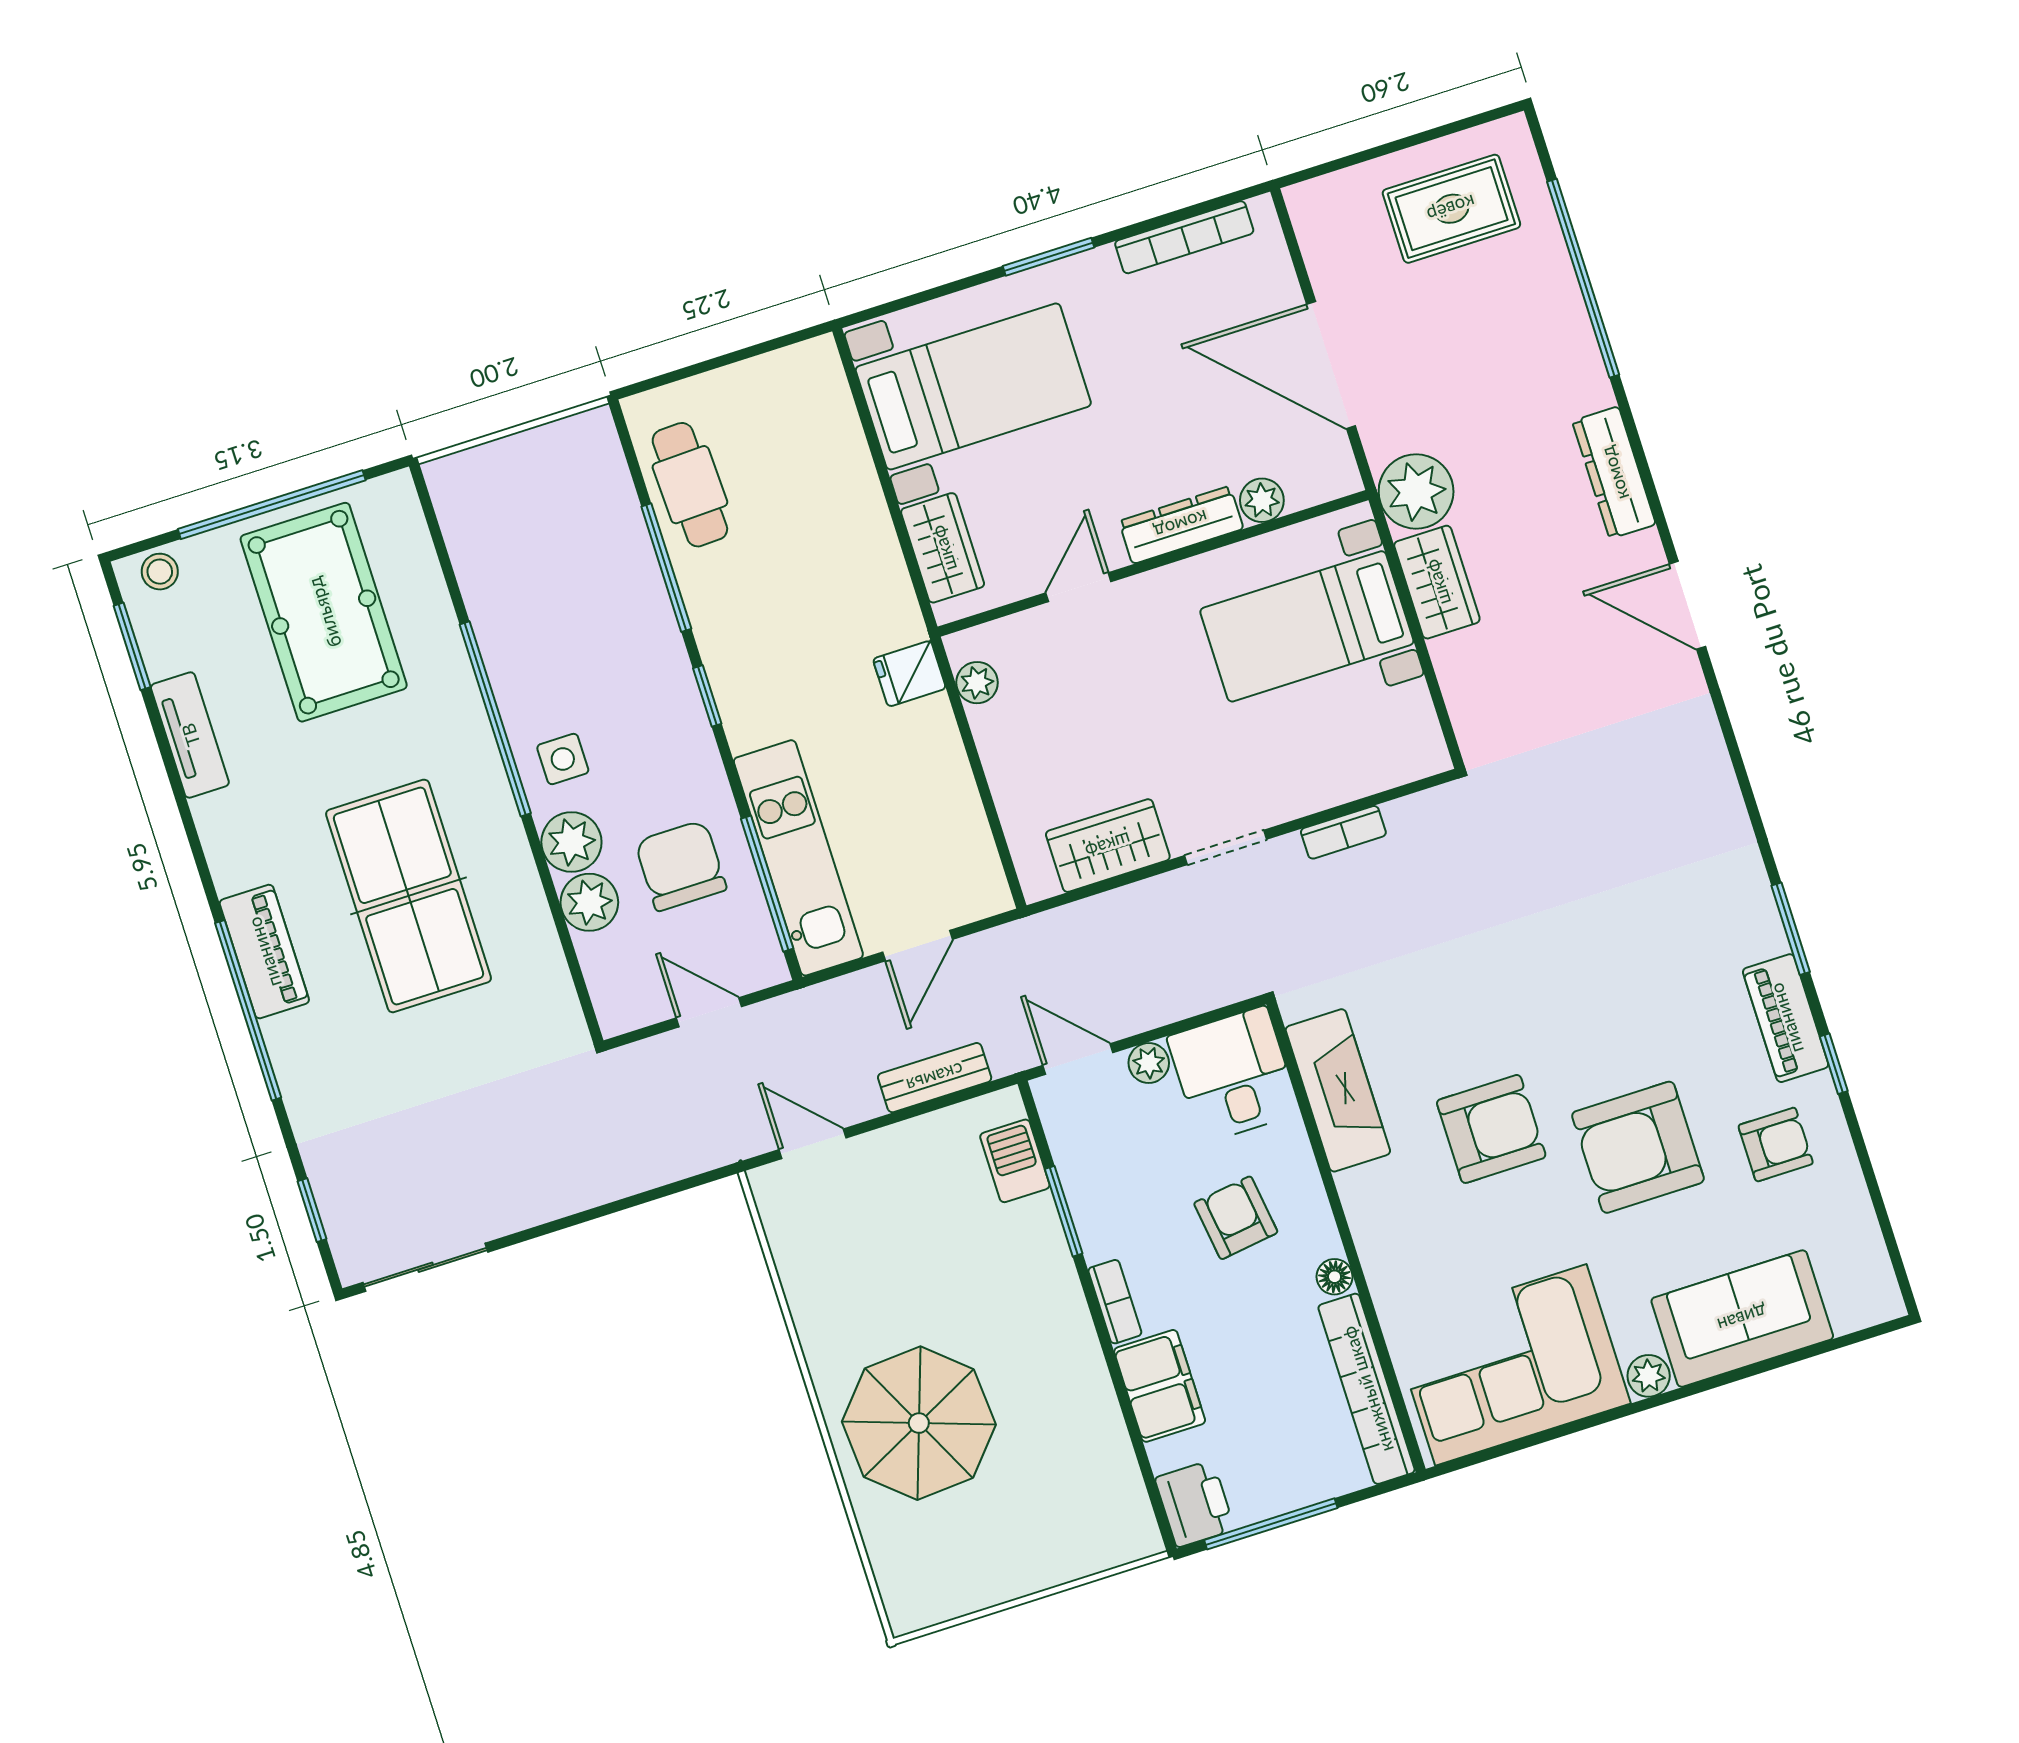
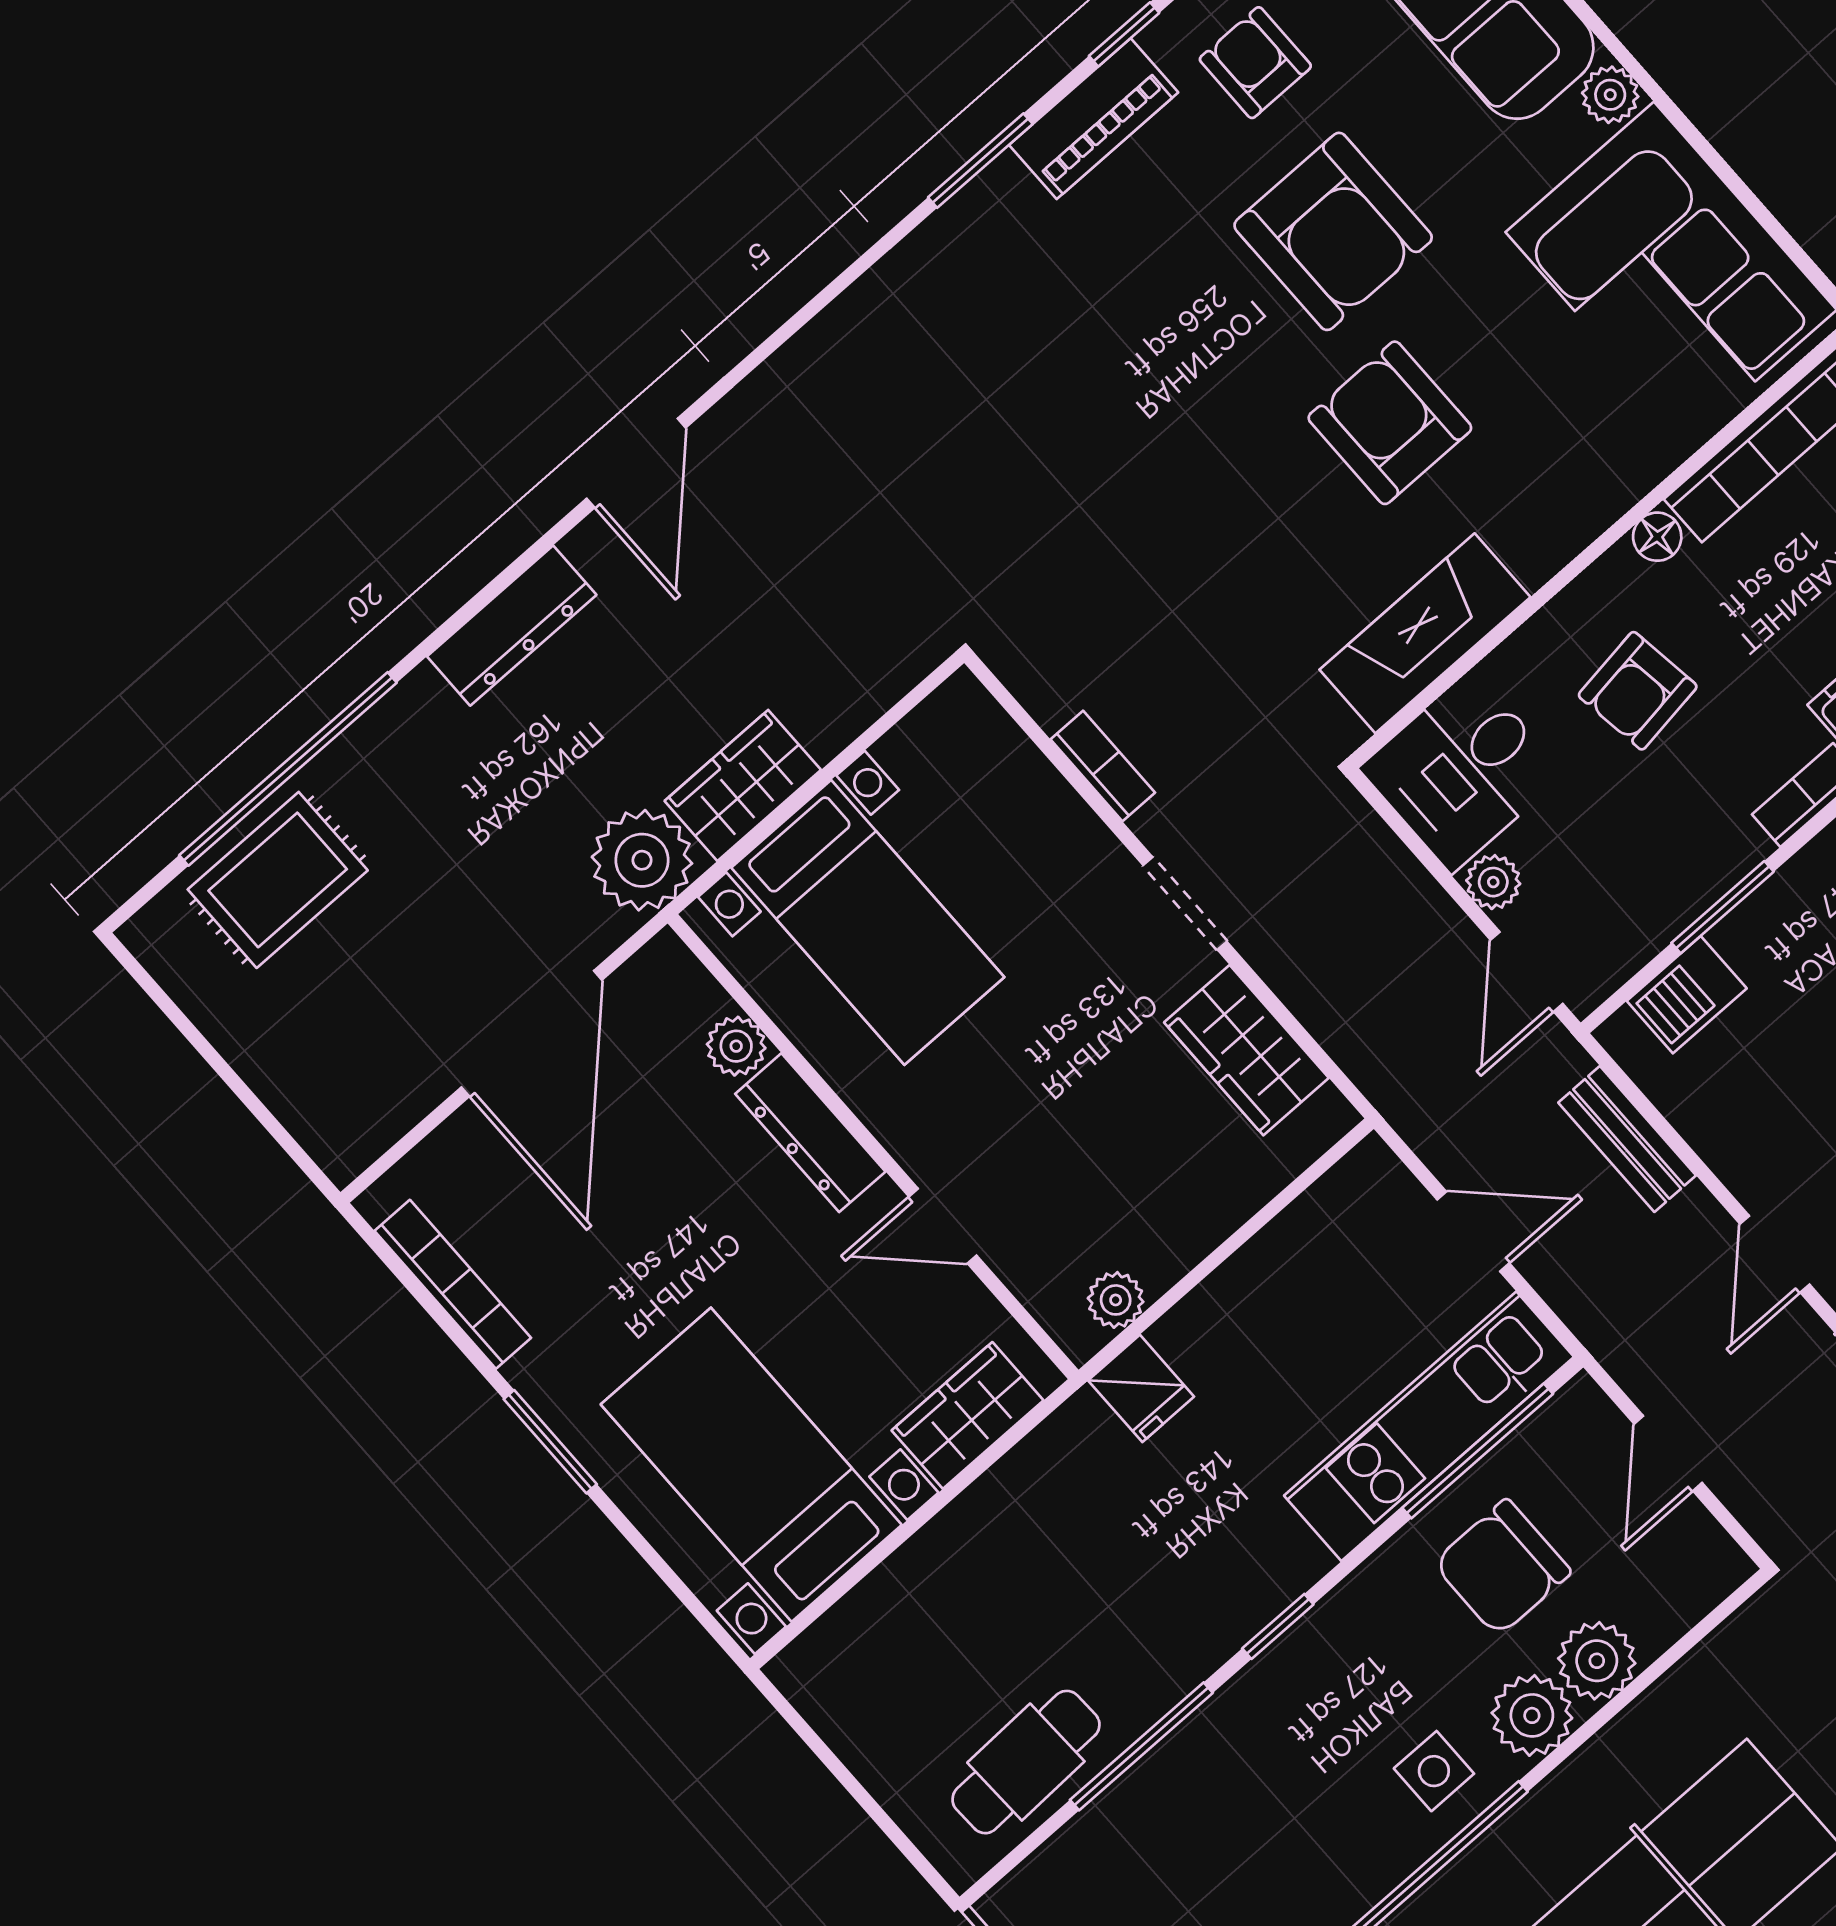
rug: (1451, 209) -> (278, 880), moved, turned 90

